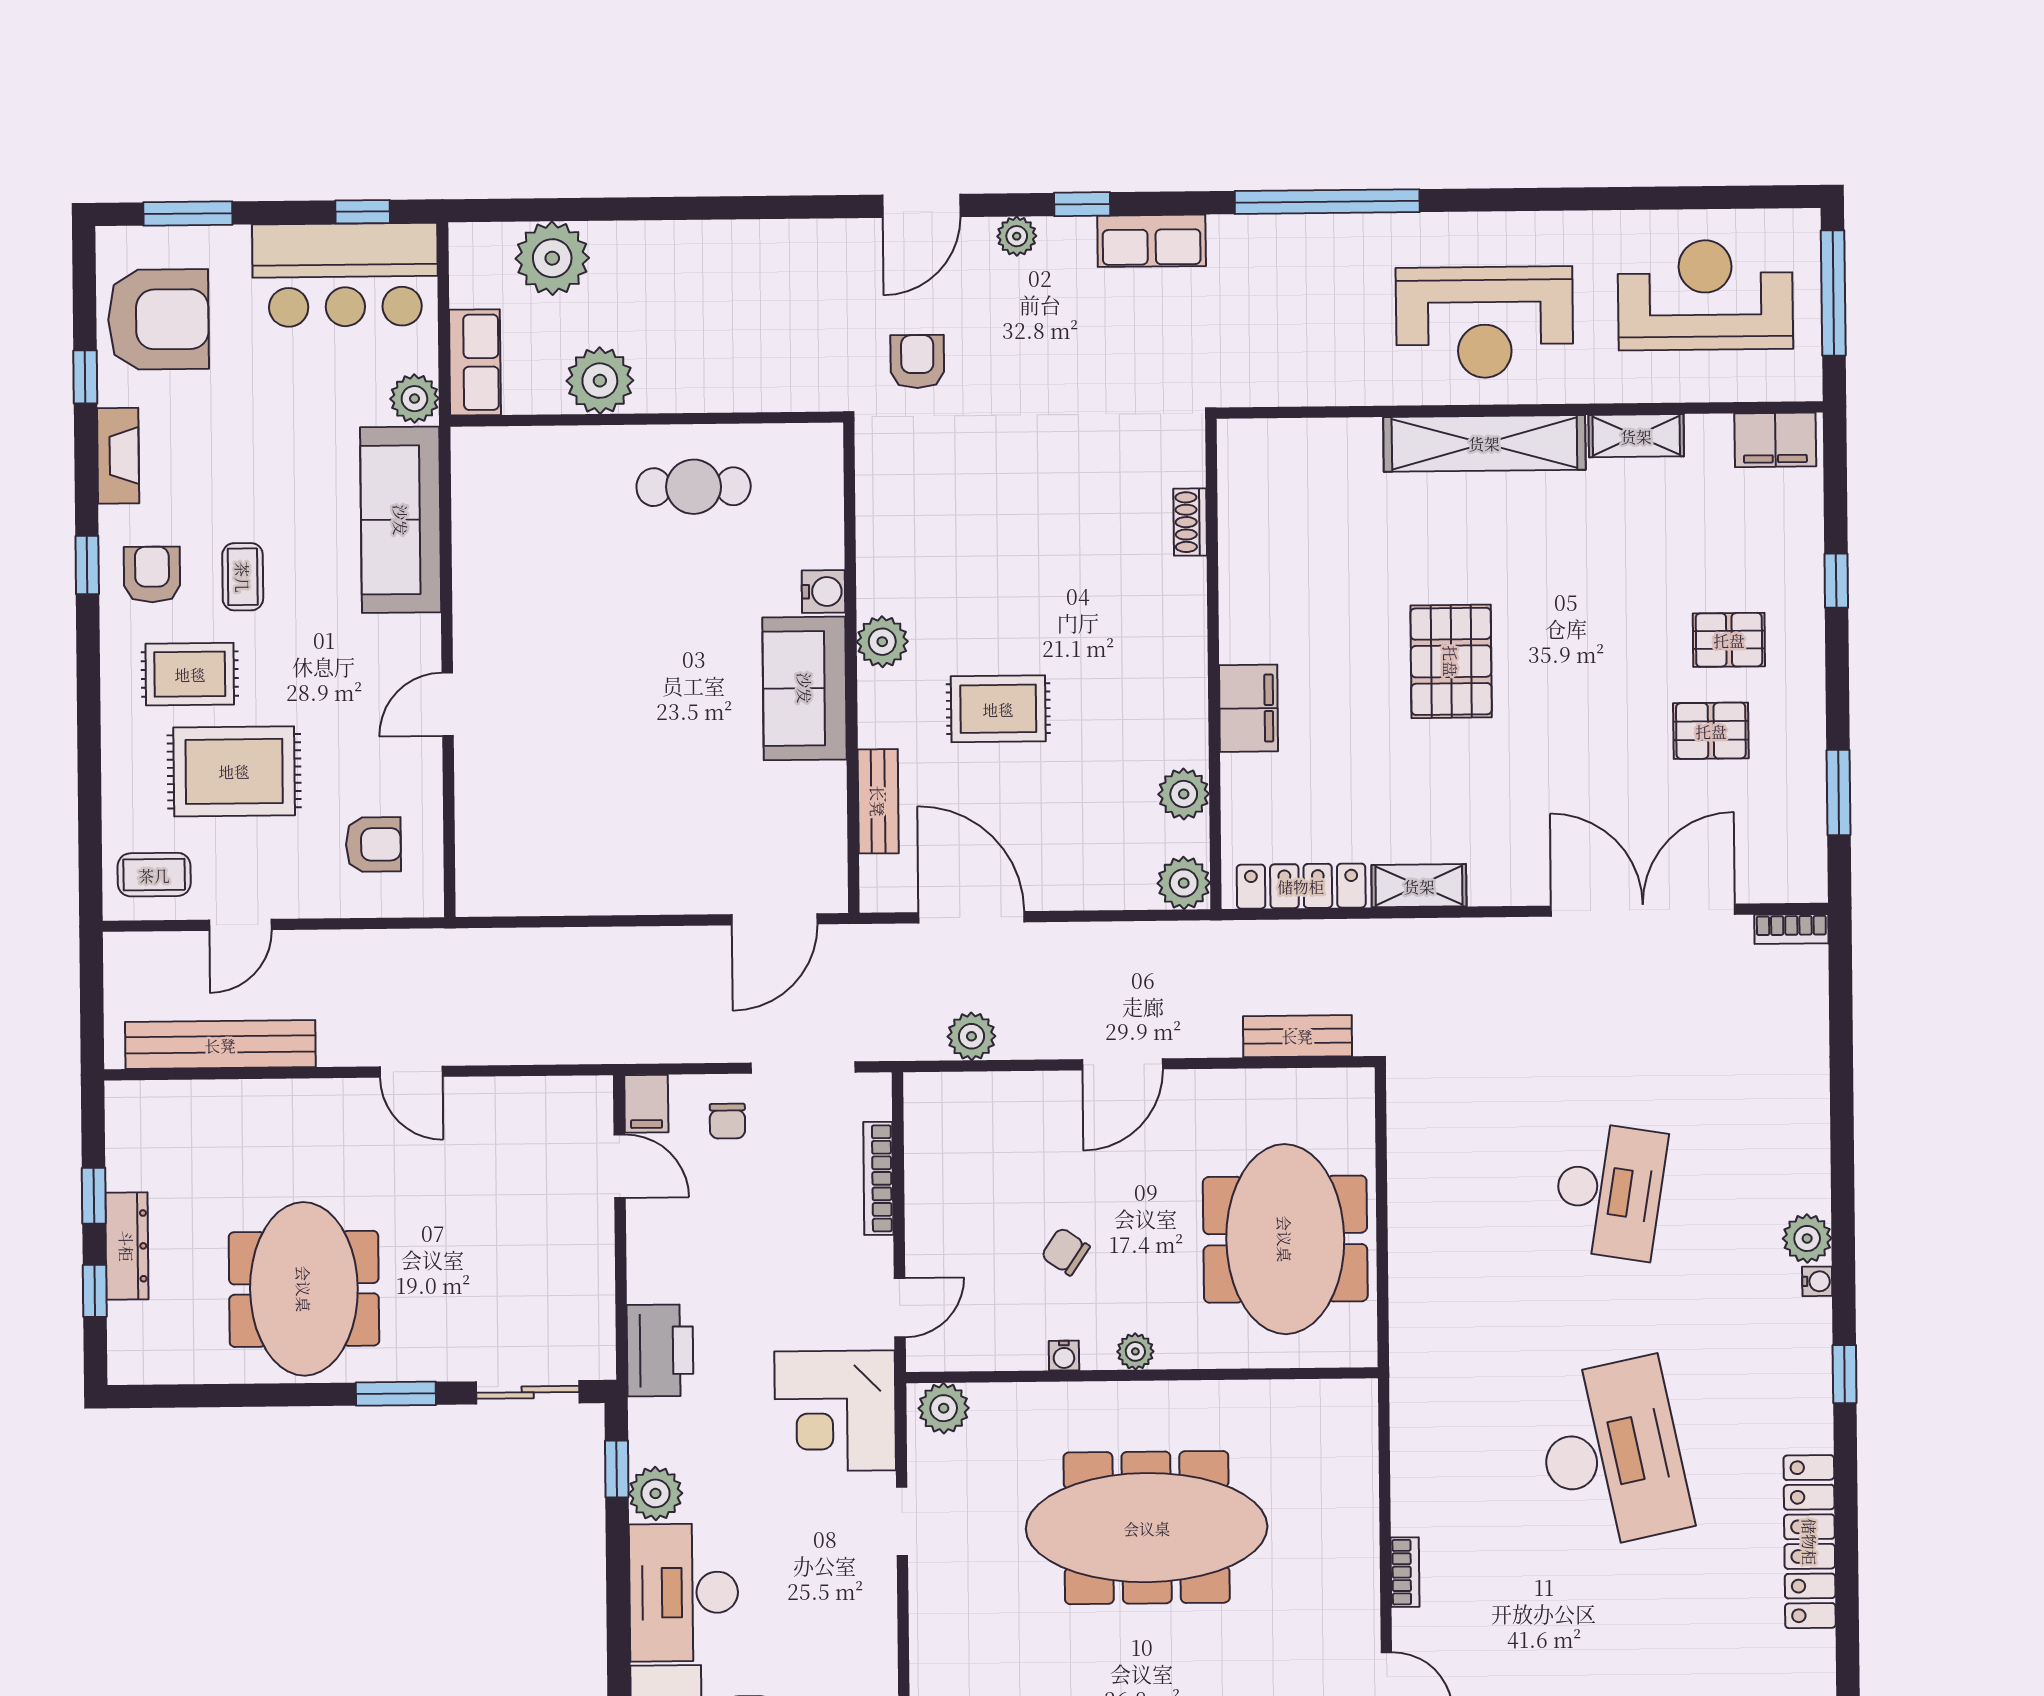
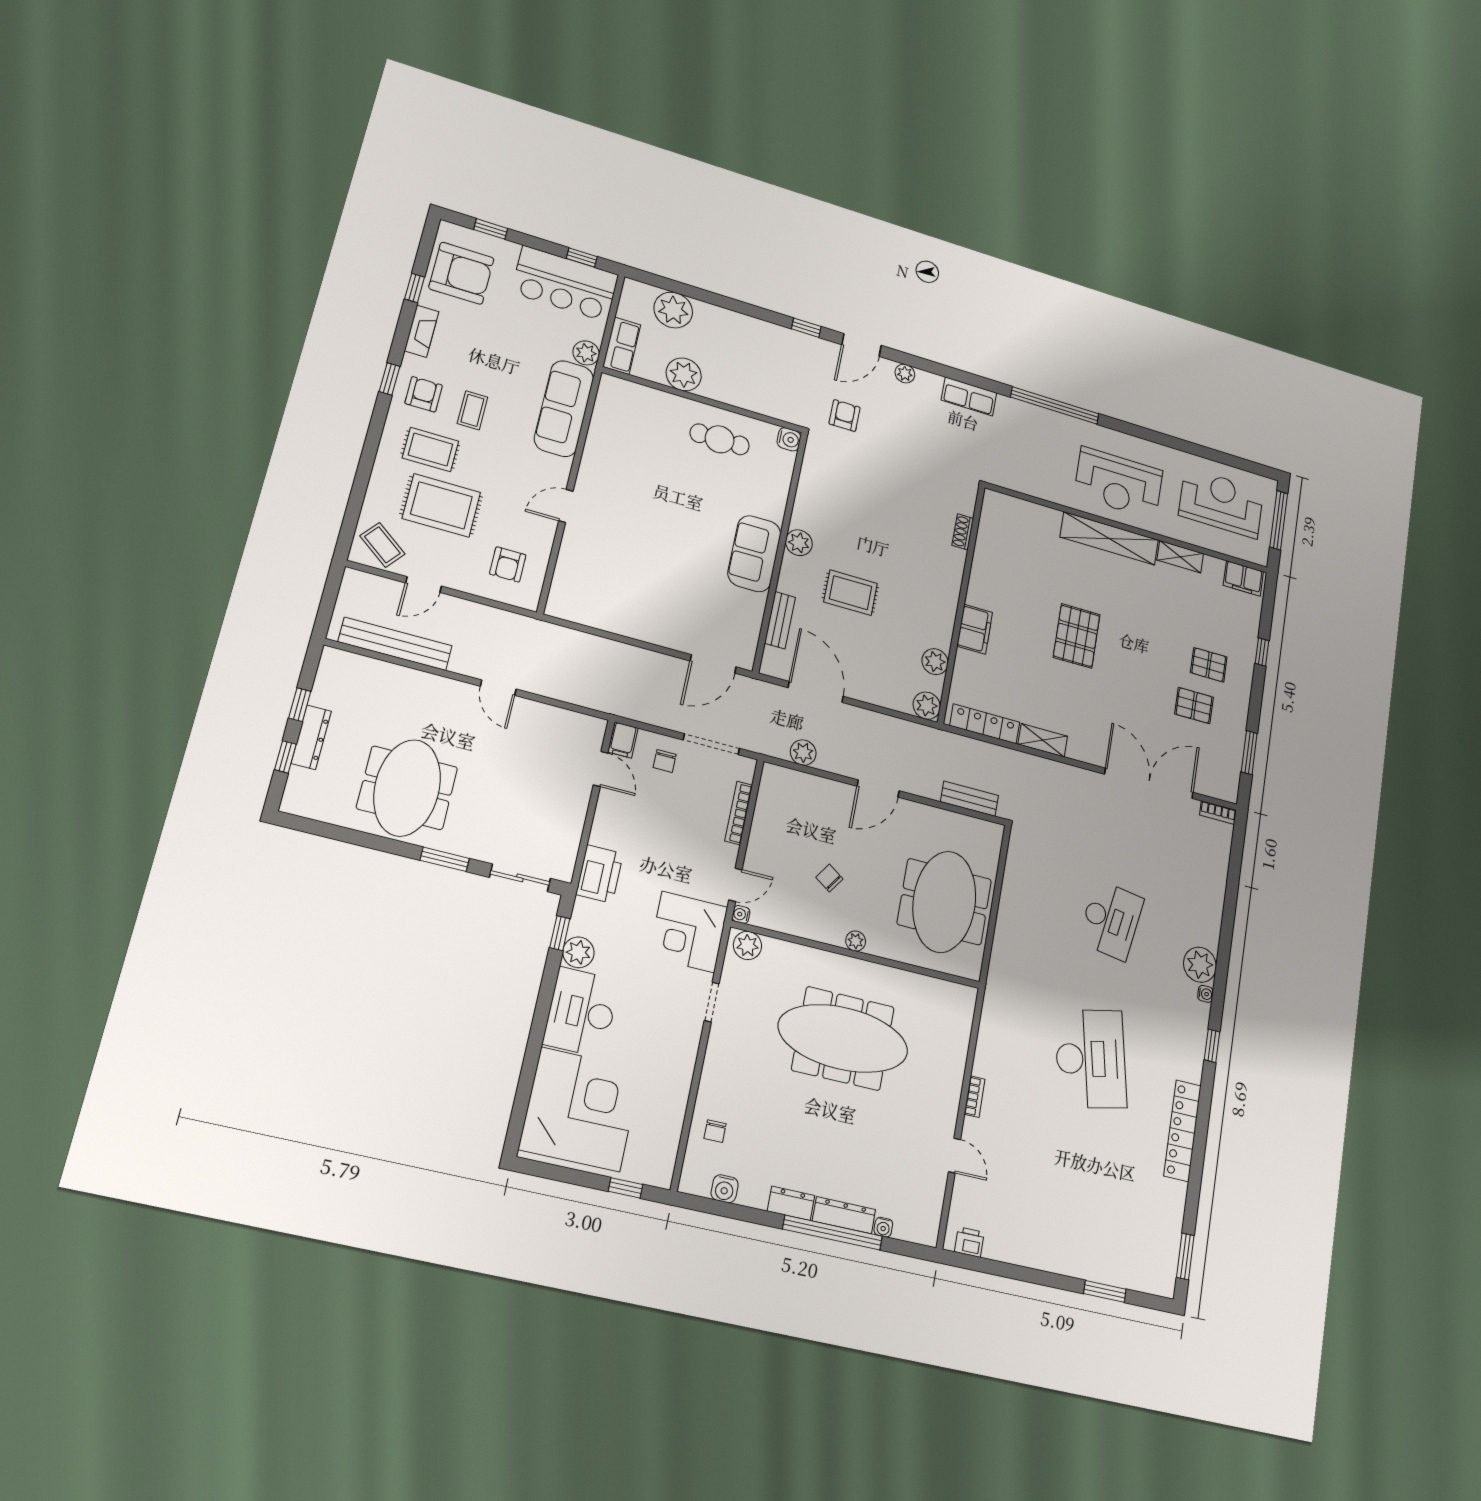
window: (1082, 204) -> (806, 328), moved
window: (188, 214) -> (491, 229), width x0.67
water cooler: (823, 592) -> (789, 439), moved
armchair: (373, 844) -> (508, 564), turned 90
coffee table: (154, 875) -> (382, 545), turned 38
plant: (1807, 1238) -> (1200, 965), width x1.36, depth x1.36
water cooler: (1064, 1356) -> (741, 914), moved, turned 90

